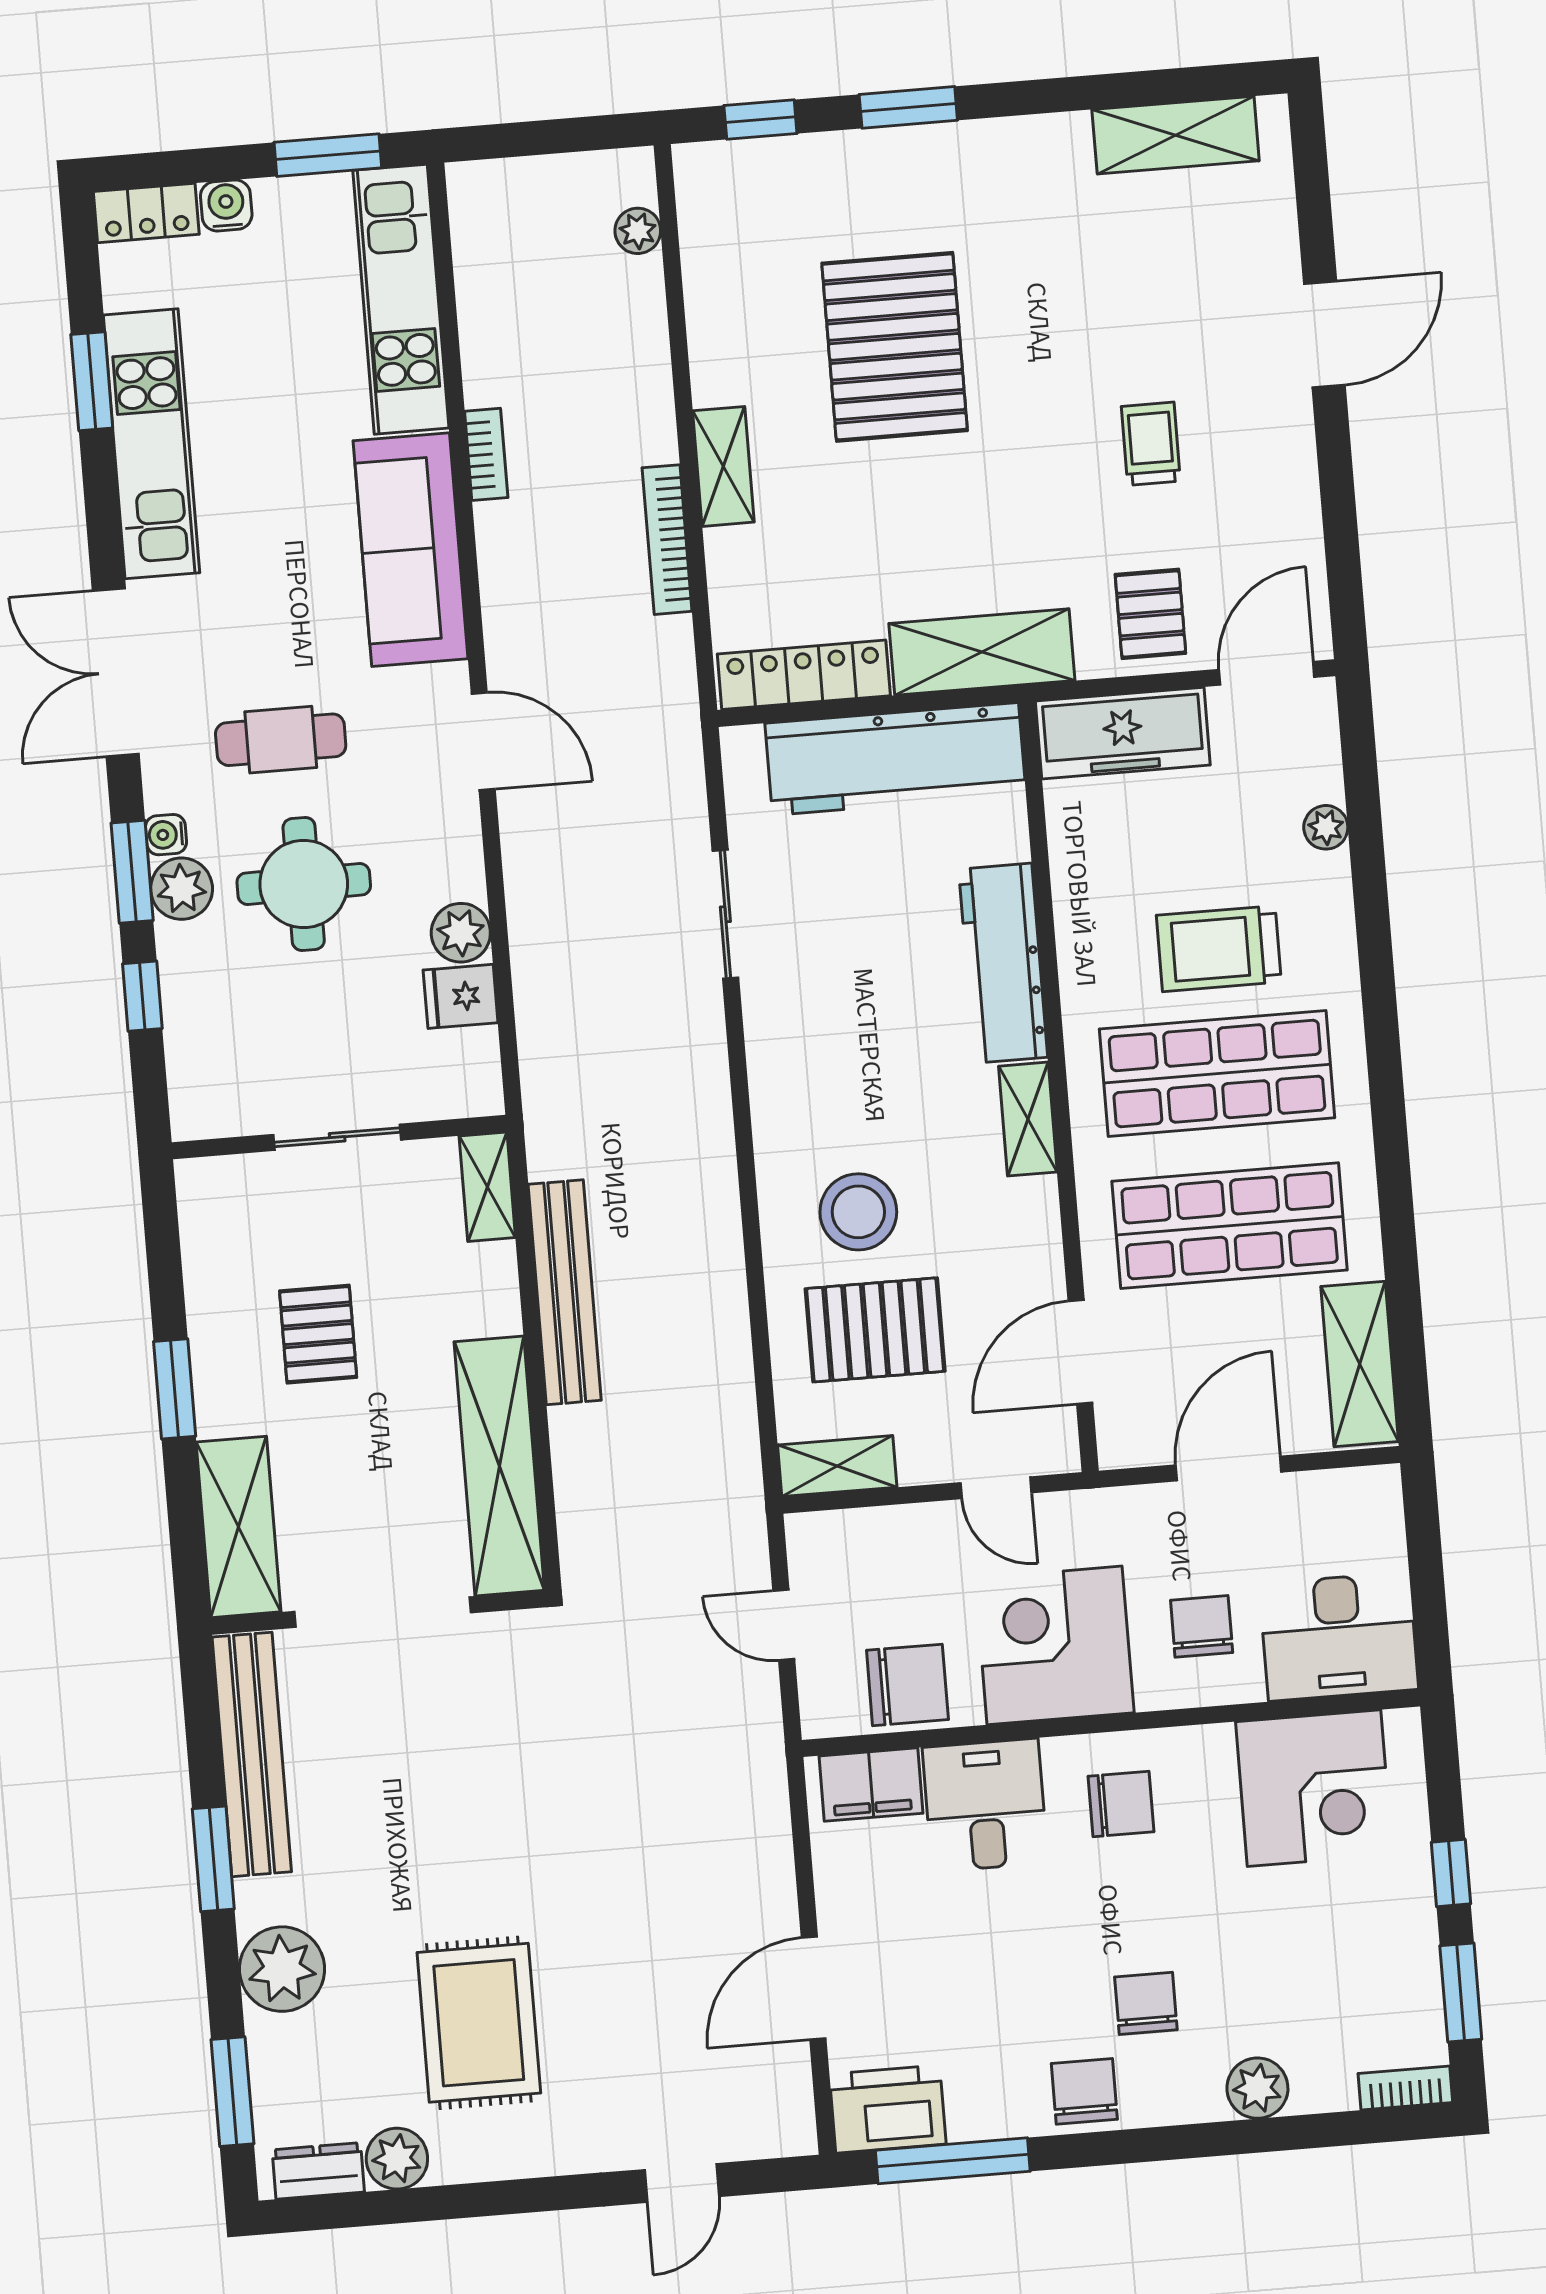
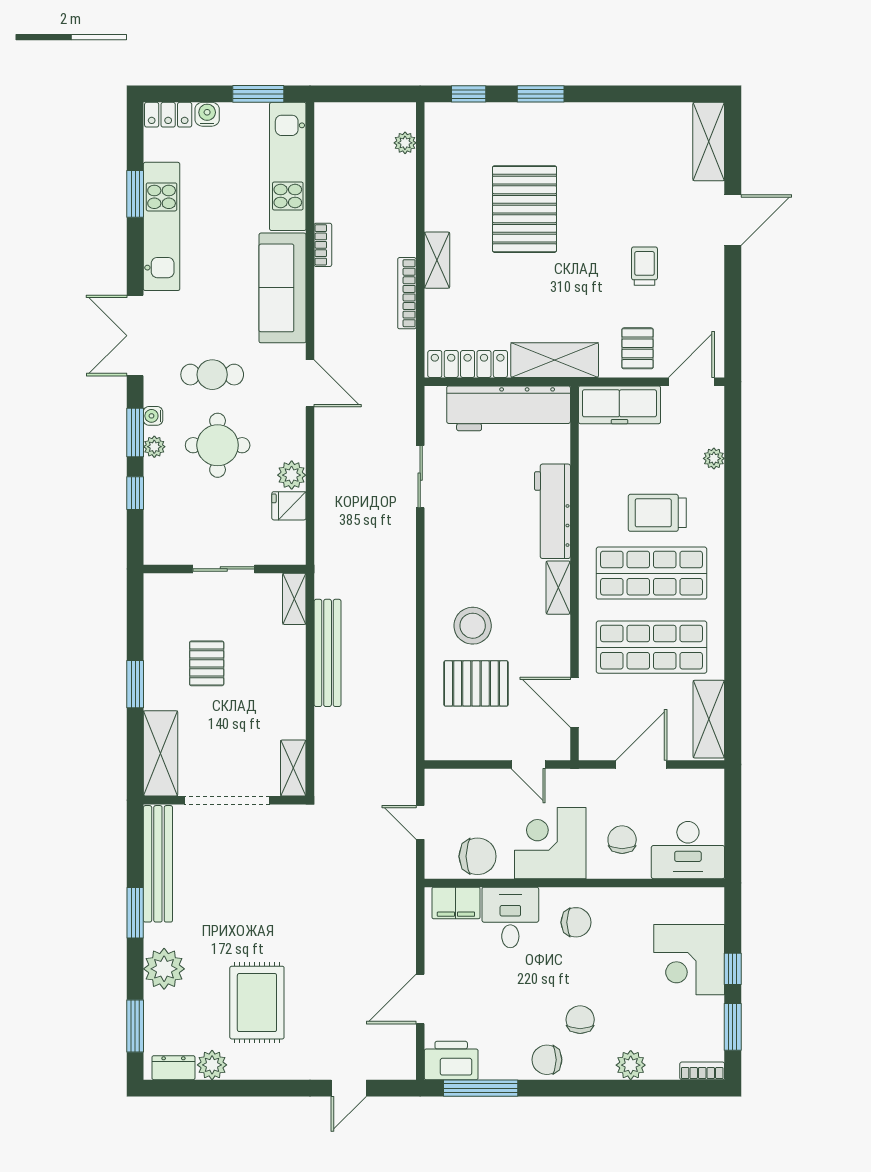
shelving: (1176, 135) -> (709, 142), moved, turned 90
plant: (182, 889) -> (154, 447), width x0.73, depth x0.73
door: (1080, 1352) -> (574, 702), hinge flipped
shelving: (499, 1466) -> (293, 768), width x0.45, depth x0.75
shelving: (837, 1466) -> (452, 748), removed
corner desk: (1314, 1788) -> (689, 960), moved, turned 90
chair: (1084, 2091) -> (547, 1060), turned -90

